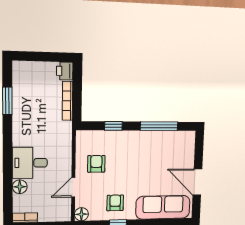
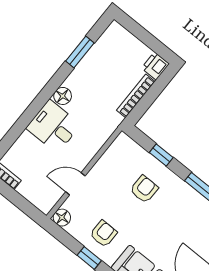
armchair: (96, 164) -> (144, 189), moved
floor lamp: (20, 187) -> (63, 96), moved

